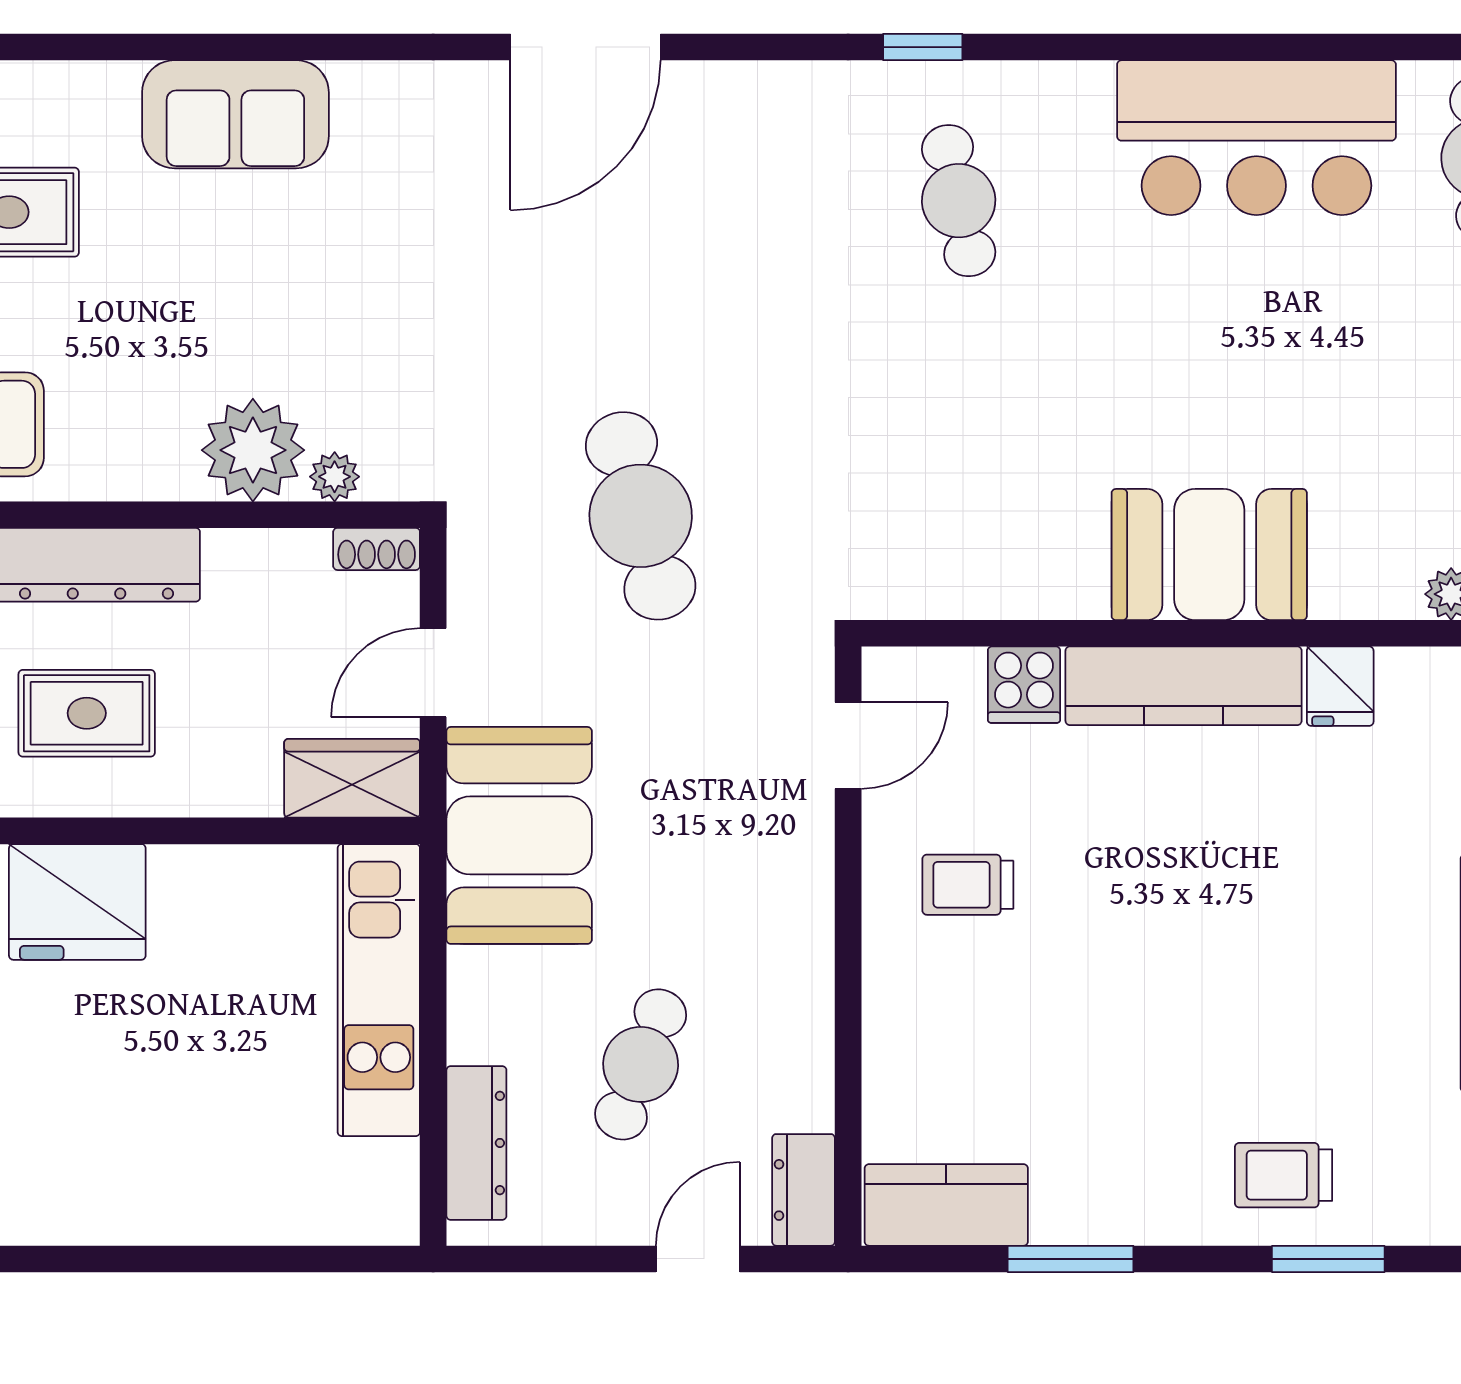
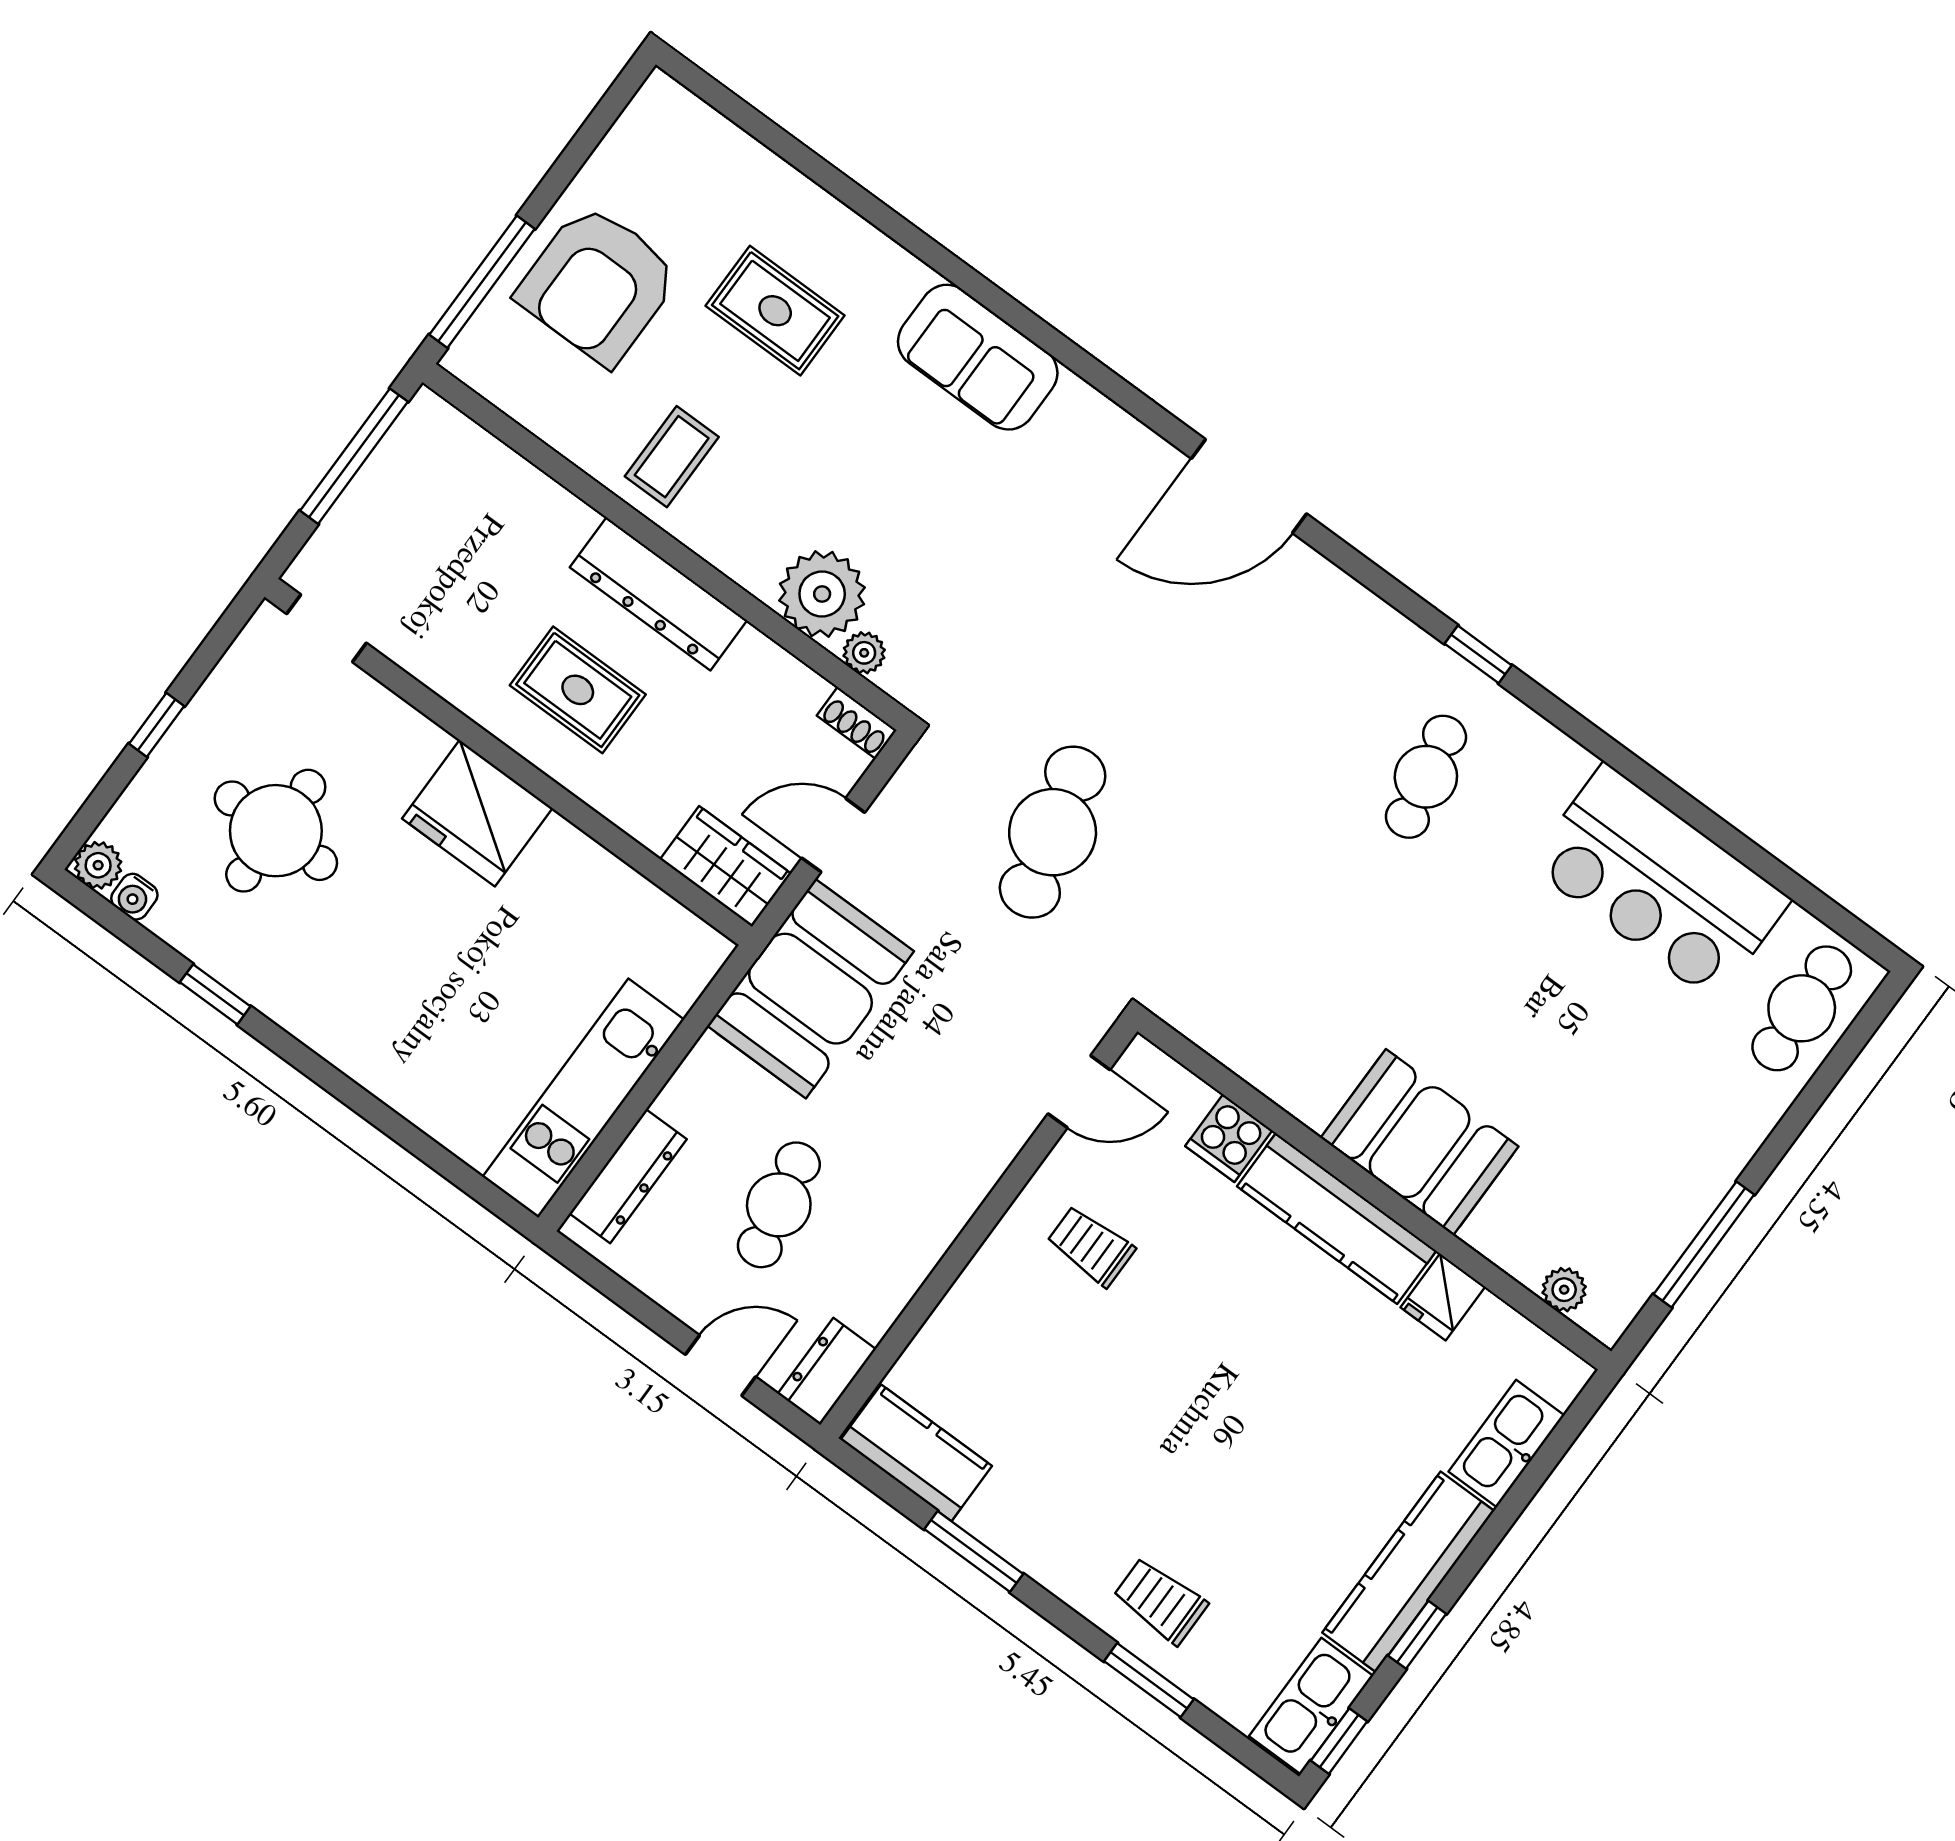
kitchen unit: (379, 990) -> (583, 1098), moved
cafe table: (641, 1064) -> (779, 1205), turned -33

